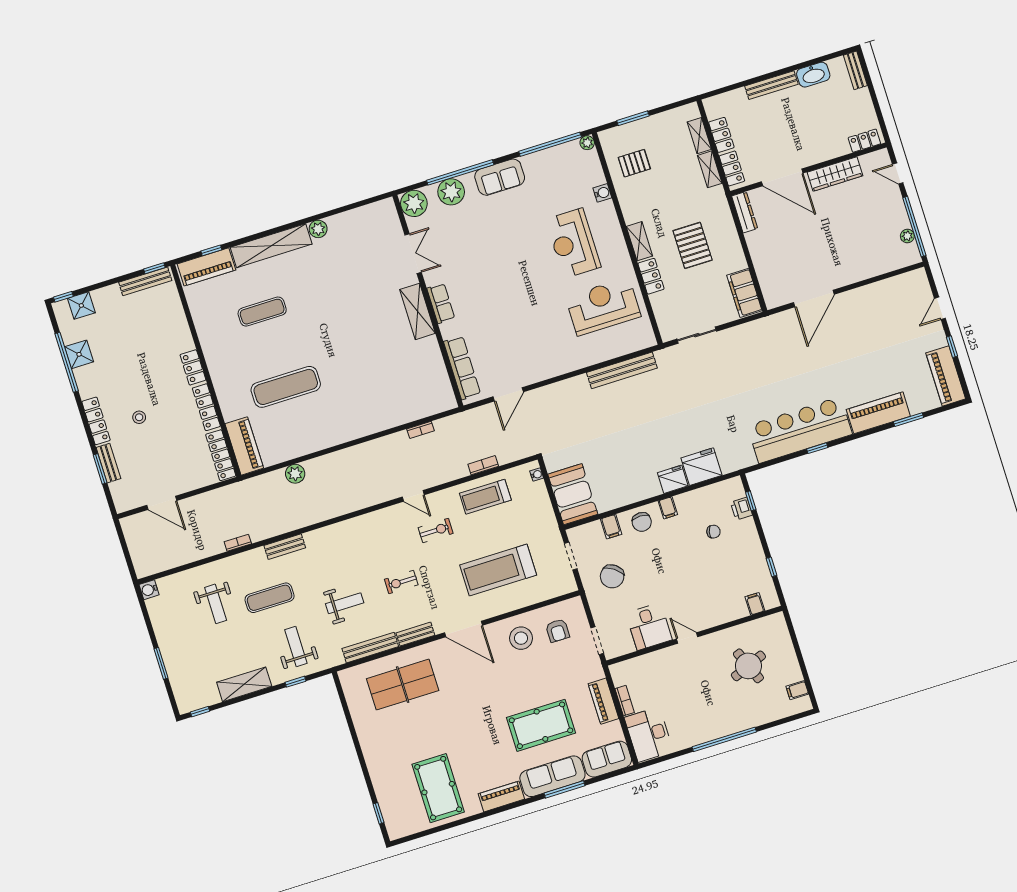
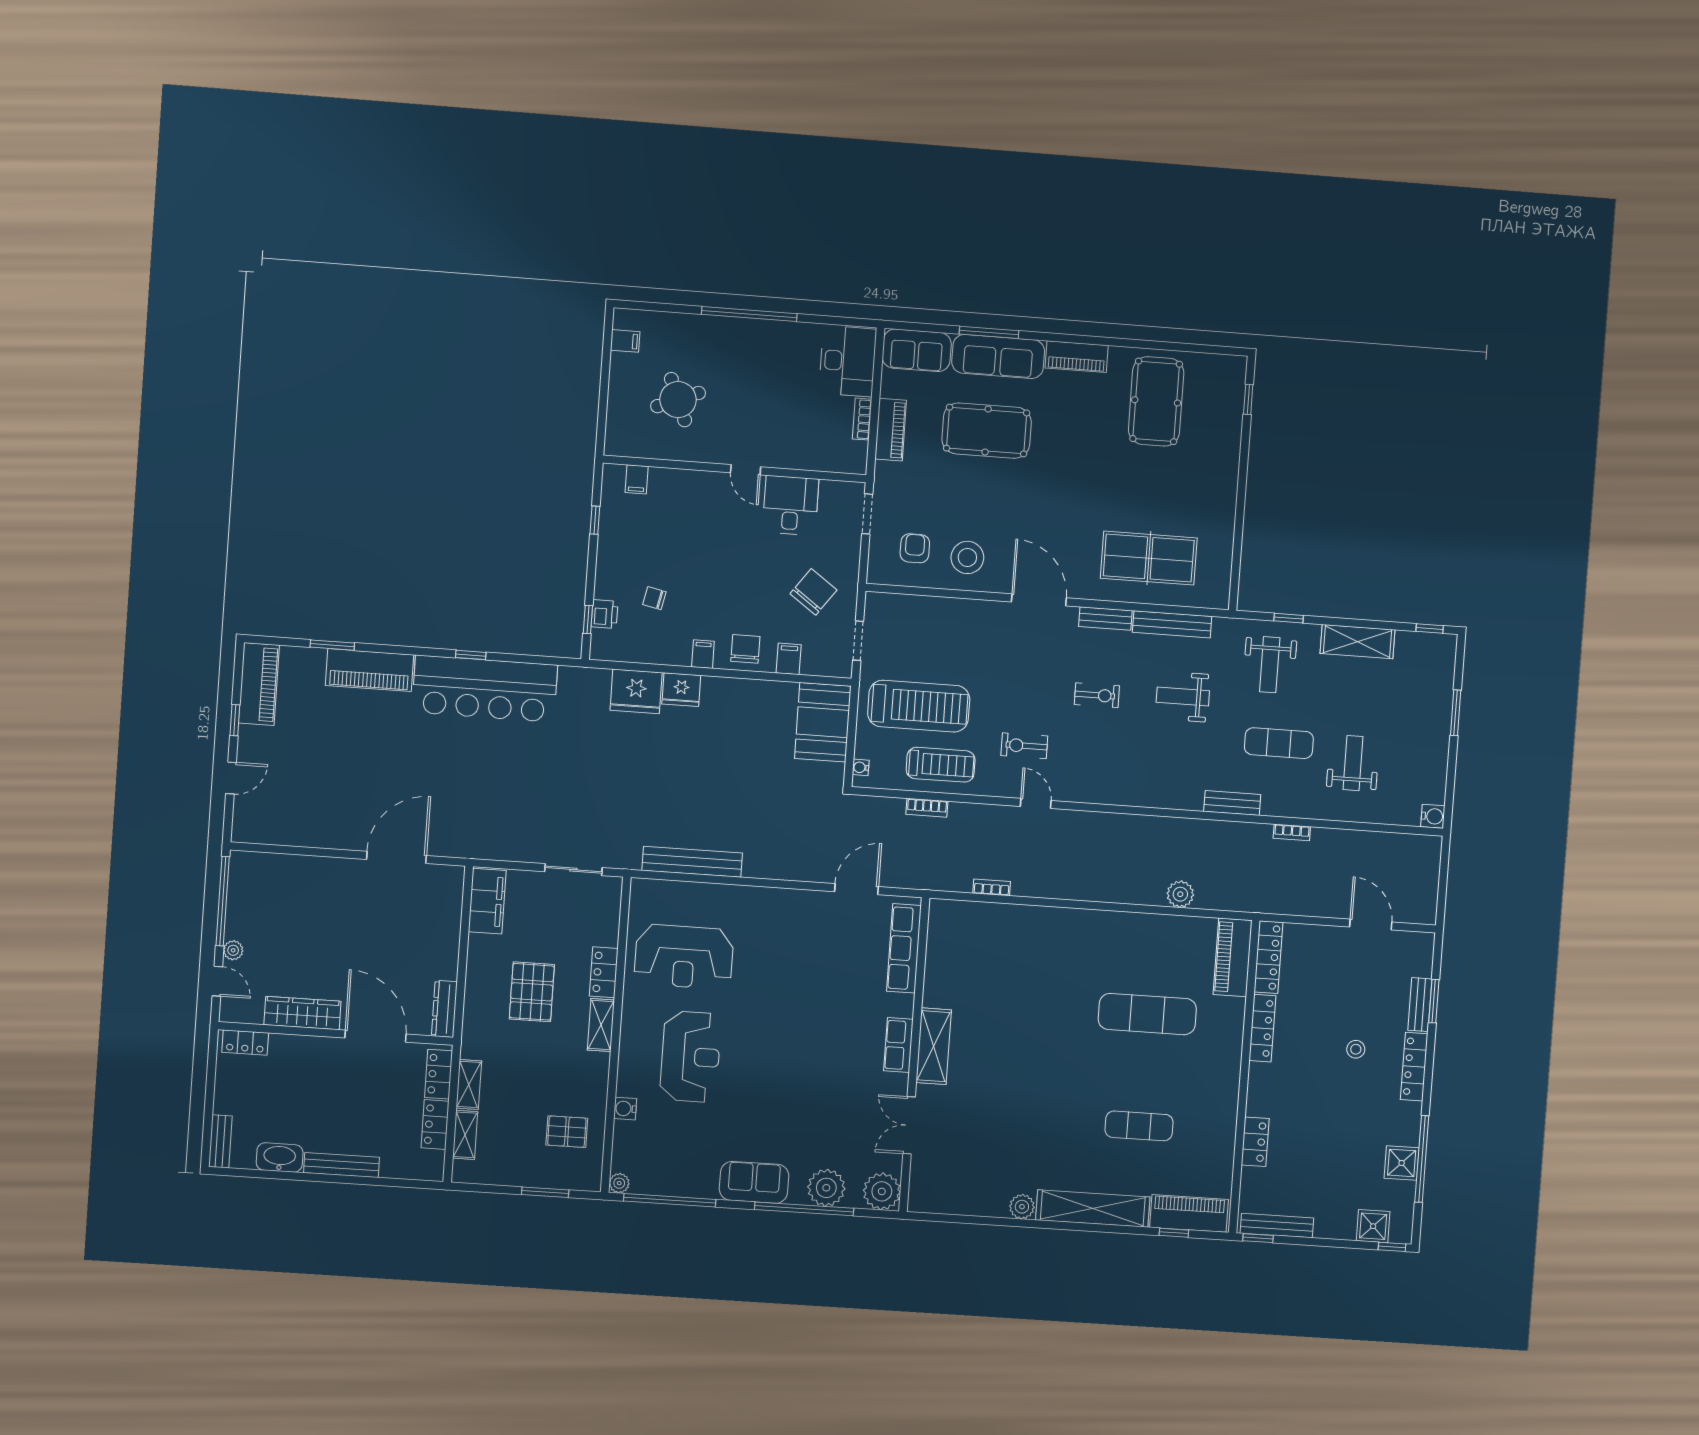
plant: (907, 236) -> (233, 950), moved
locker: (193, 367) -> (1255, 1142), moved
treadmill: (498, 570) -> (919, 706), moved

